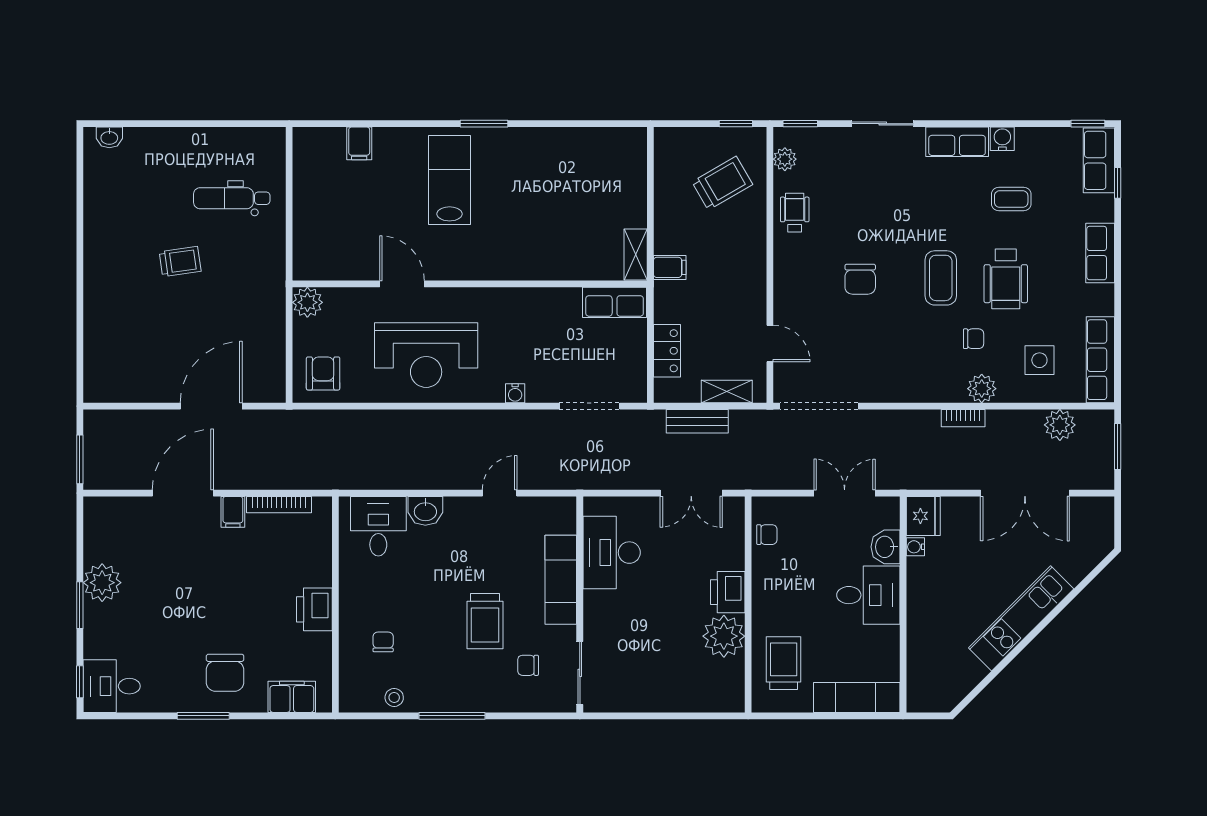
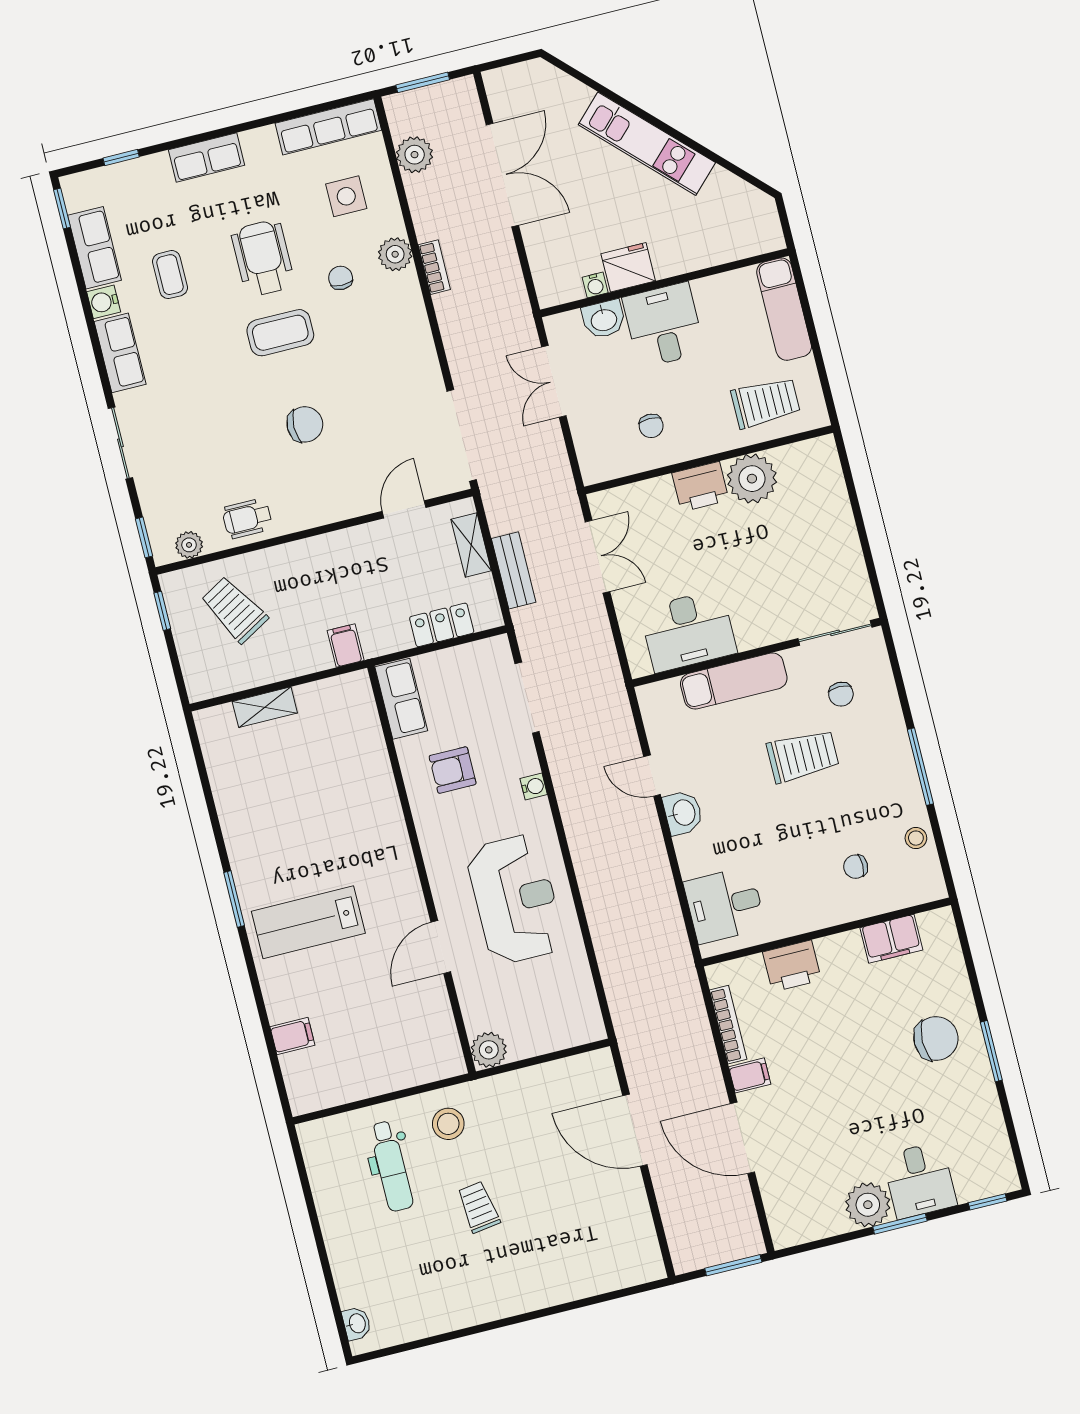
row of seats: (1099, 160) -> (95, 248), moved, turned -90
stool: (255, 254) -> (448, 1124), added
shelving: (636, 255) -> (265, 707), moved
wheelchair: (1006, 279) -> (263, 258), turned -90
armchair: (323, 373) -> (453, 770), moved
washbasin: (425, 511) -> (683, 813), moved
fridge: (923, 516) -> (628, 267), moved
chair: (767, 535) -> (651, 426), moved, turned 180
printer: (314, 609) -> (792, 966), moved
trolley: (784, 663) -> (766, 403), turned 180
desk: (112, 686) -> (920, 1180), moved
filing cabinet: (292, 697) -> (891, 939), moved, turned -90

